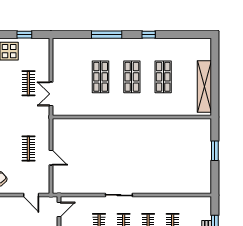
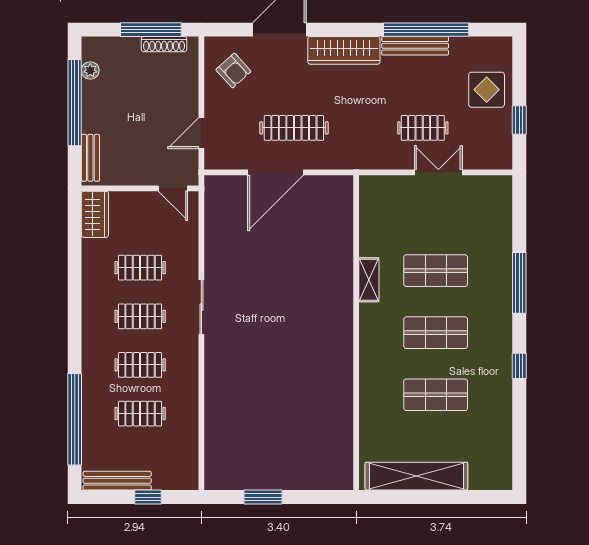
double door: (51, 94) -> (438, 172), moved
shelving: (105, 111) -> (369, 280), added
clothes rail: (28, 148) -> (294, 128), width x1.36
window: (215, 151) -> (263, 497), moved
door: (51, 158) -> (275, 172), width x1.88

